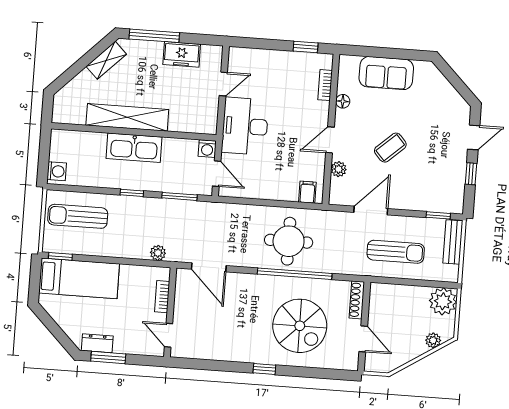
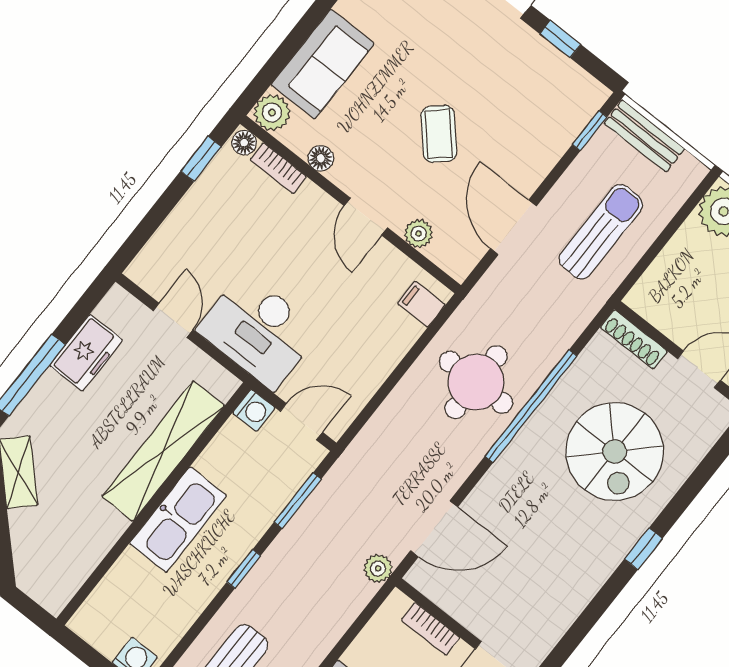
floor lamp: (326, 62) -> (244, 143), added
plant: (349, 65) -> (272, 113), added
shelving: (127, 117) -> (163, 451), moved
plant: (158, 253) -> (378, 568), moved
spiral stairs: (300, 326) -> (615, 452), turned 90

